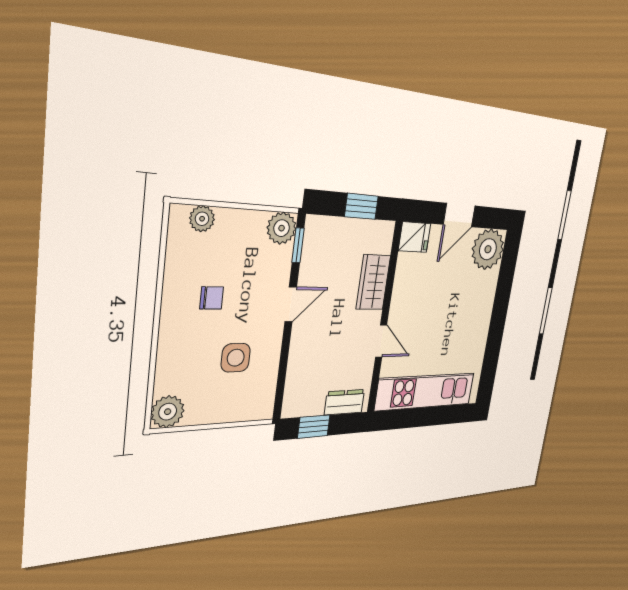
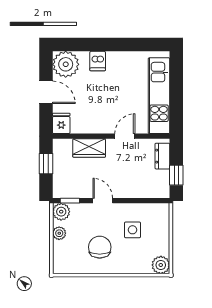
plant: (202, 219) -> (59, 233), moved
chair: (212, 298) -> (100, 247), width x1.87, depth x1.87
dishwasher: (483, 298) -> (98, 61), added

